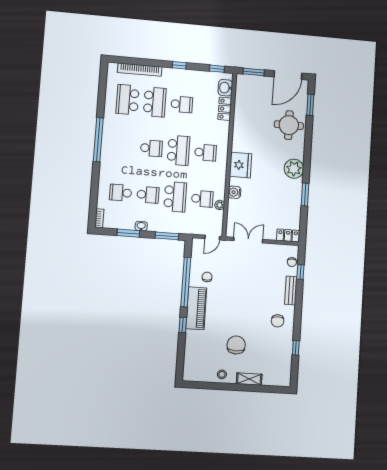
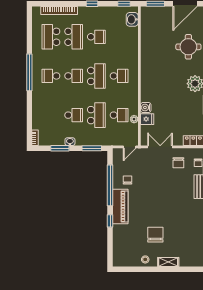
locker: (225, 109) -> (133, 37), removed
fridge: (241, 165) -> (147, 119), moved, width x0.53, depth x0.75
school desk: (121, 193) -> (51, 76), moved
chair: (278, 321) -> (178, 163), moved

